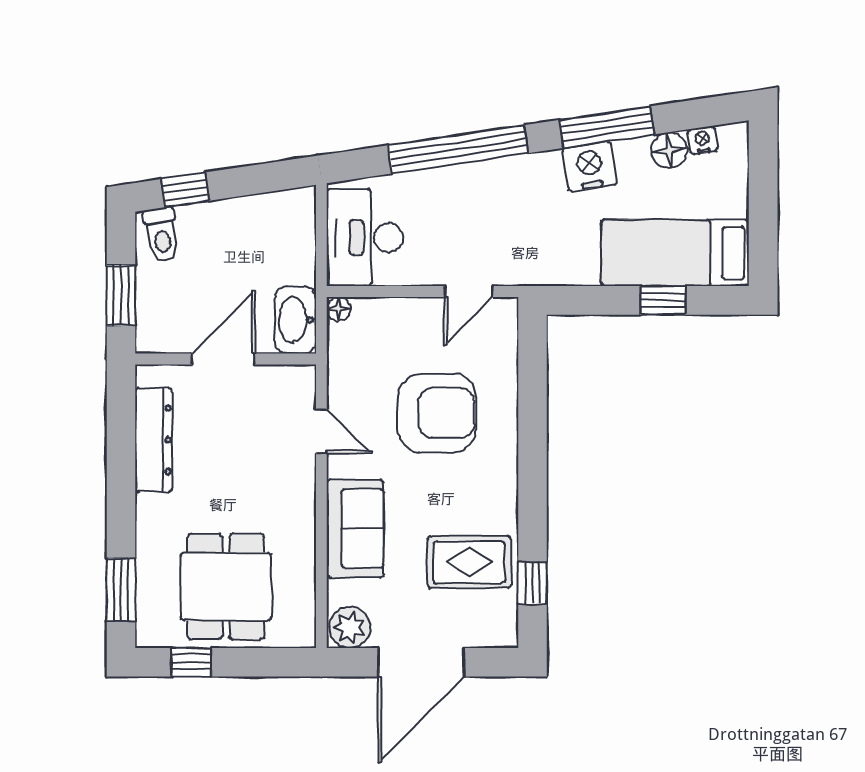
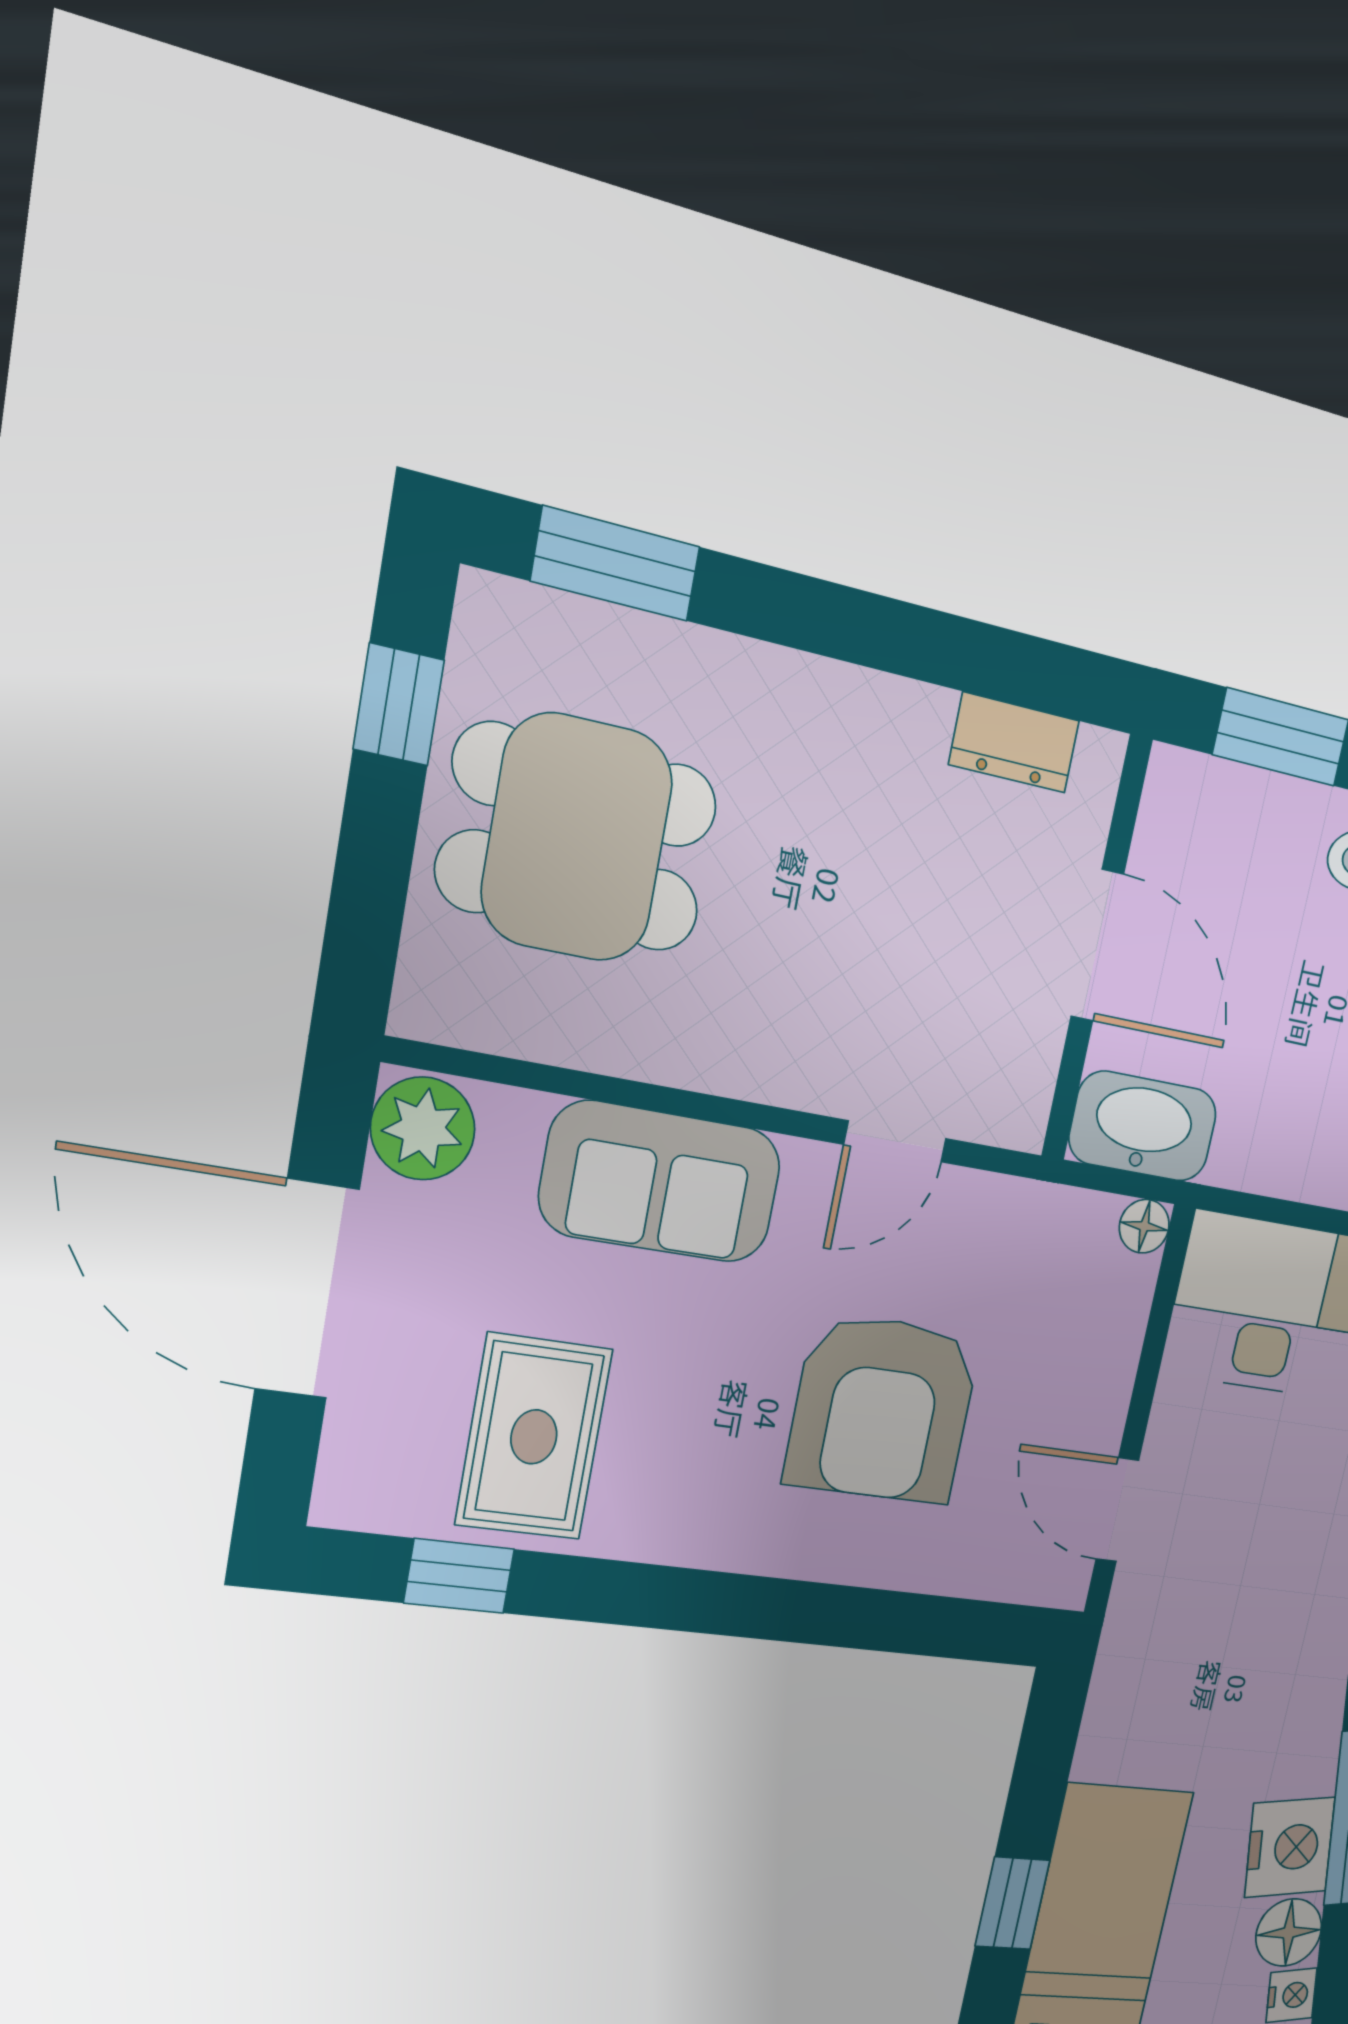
nightstand: (590, 166) -> (1290, 1847), moved
dresser: (154, 440) -> (1014, 743), width x0.51, depth x0.80

